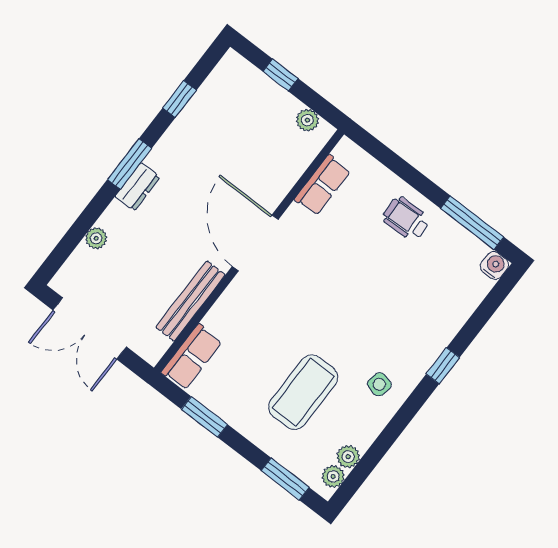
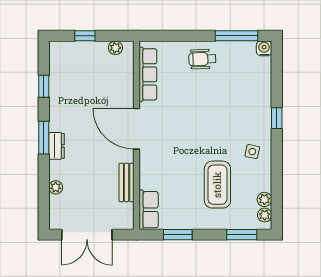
row of seats: (322, 185) -> (148, 74), width x1.48
bench: (190, 301) -> (127, 182), width x0.73

